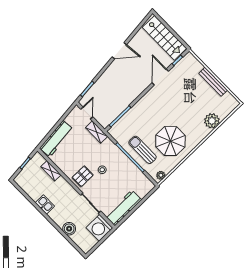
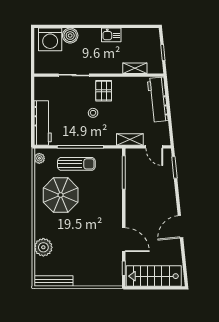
bench: (213, 82) -> (54, 281), moved
workbench: (123, 208) -> (43, 123), moved
washing machine: (99, 228) -> (50, 39), moved, turned 180

